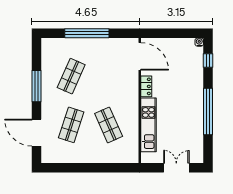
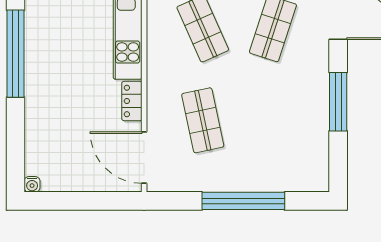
window: (208, 61) -> (15, 150), removed
shop shelf: (71, 76) -> (203, 120), moved, turned -36

